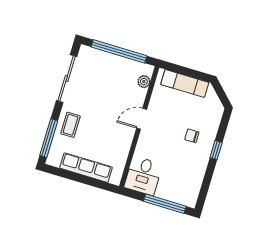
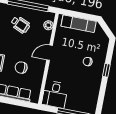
wheelchair: (106, 77) -> (20, 25), added
chair: (101, 135) -> (21, 68), added

